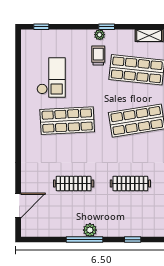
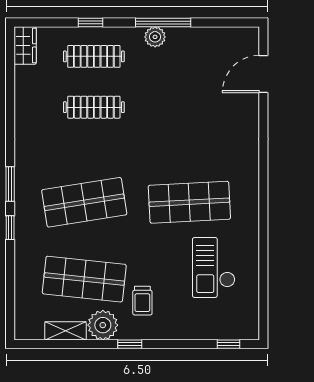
plant: (100, 35) -> (103, 325), moved, width x1.88, depth x1.88
clothes rail: (74, 183) -> (94, 56), moved

